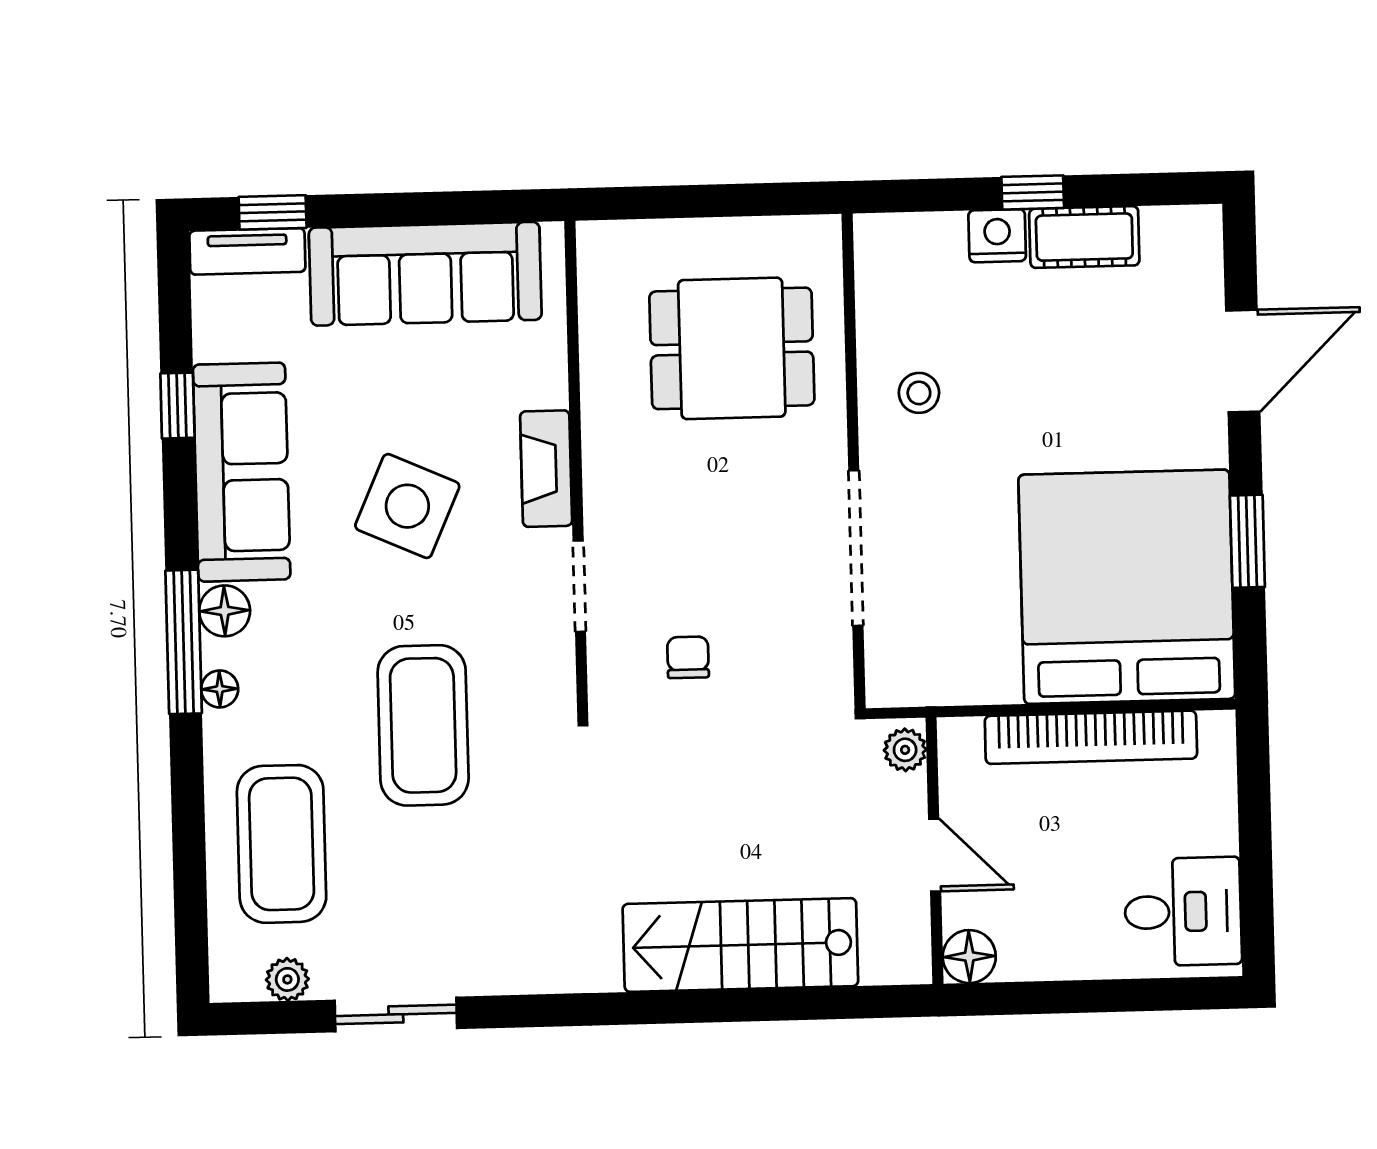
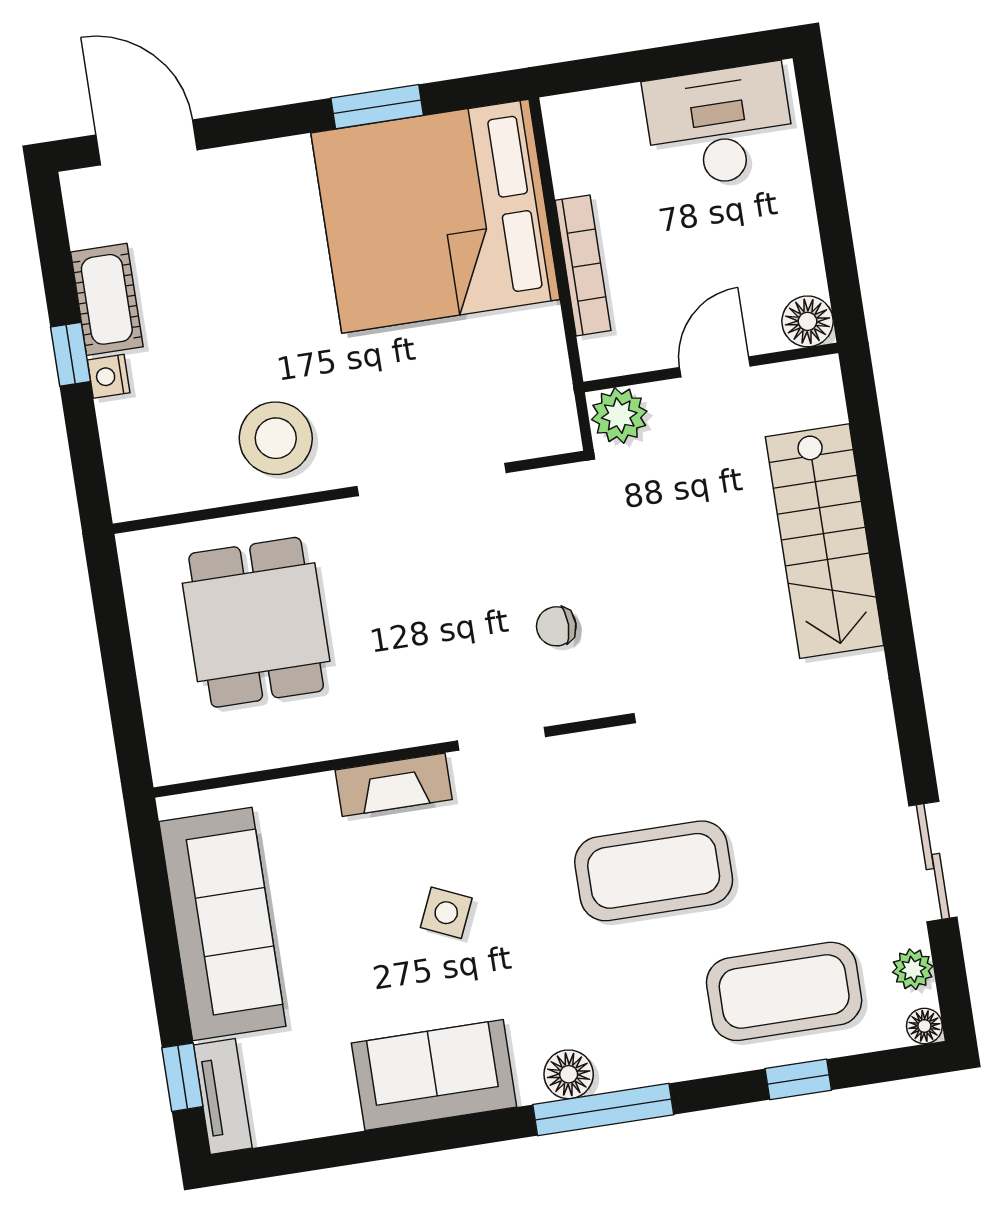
nightstand: (997, 236) -> (109, 376), width x0.72, depth x0.74
door: (1243, 361) -> (147, 142), moved
stool: (919, 393) -> (276, 438), width x1.89, depth x1.89
window: (177, 406) -> (798, 1079), moved
sofa: (242, 472) -> (434, 1075), width x0.73
side table: (407, 506) -> (446, 913), width x0.54, depth x0.54
floor lamp: (220, 689) -> (924, 1026), moved
bookcase: (1091, 737) -> (583, 265), width x0.68, depth x0.76
plant: (905, 750) -> (619, 415), width x1.38, depth x1.38
desk: (1183, 912) -> (720, 126), width x1.37

